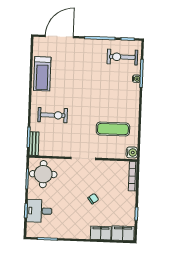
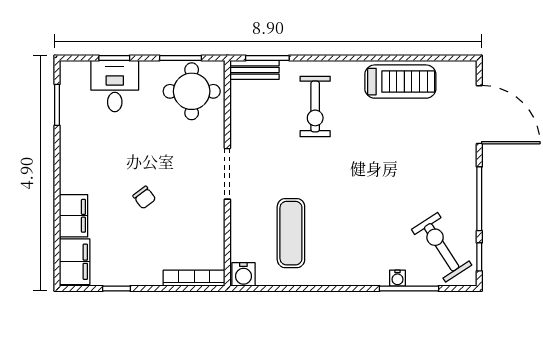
exercise bike: (122, 57) -> (442, 247), turned -33
treadmill: (42, 74) -> (400, 82), turned 180

